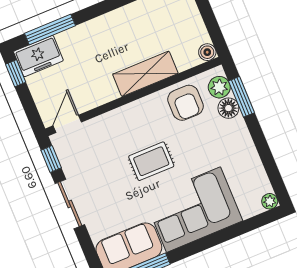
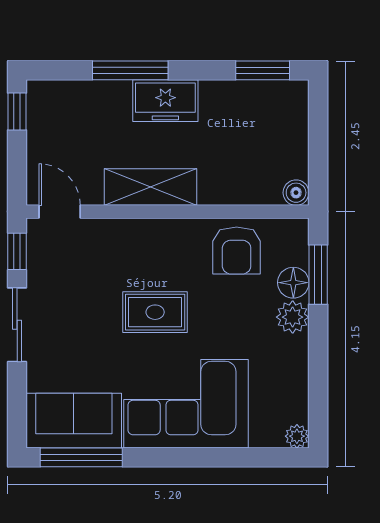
window: (50, 30) -> (130, 70), moved
freezer: (38, 56) -> (165, 101), moved
shelving: (145, 74) -> (151, 187), moved
plant: (219, 87) -> (293, 317), moved
door: (67, 124) -> (60, 212), hinge flipped

